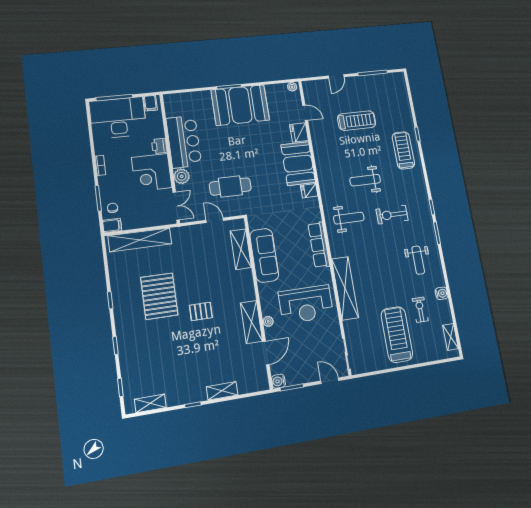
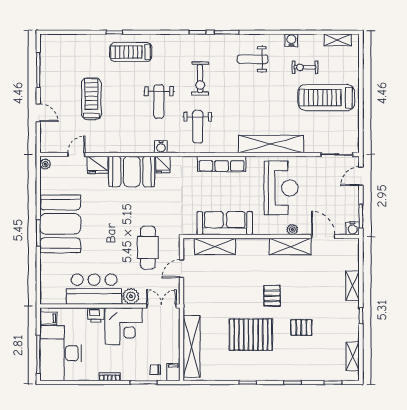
water cooler: (325, 187) -> (161, 147), added
weight bench: (349, 218) -> (198, 127), turned 180
weight bench: (418, 260) -> (253, 59), turned 180
pallet: (173, 346) -> (301, 327), added

